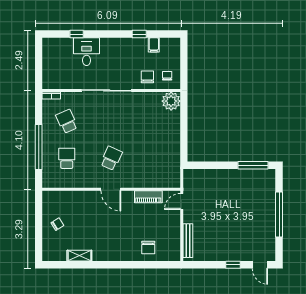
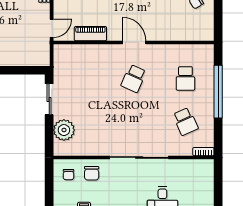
plant: (171, 101) -> (64, 130), moved
sliding door: (184, 140) -> (49, 99), added

